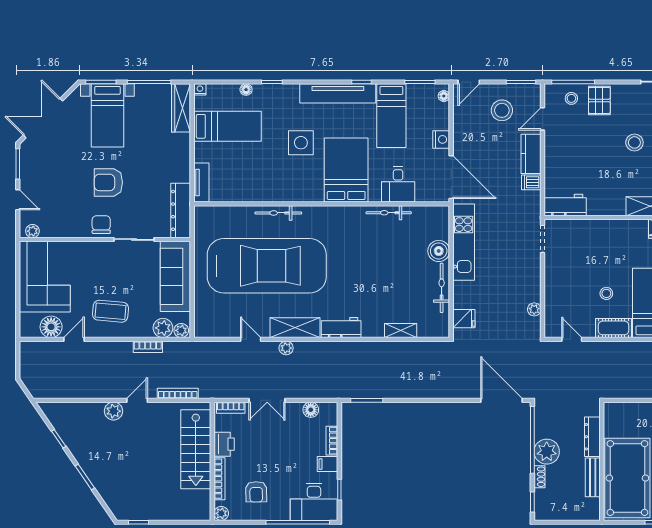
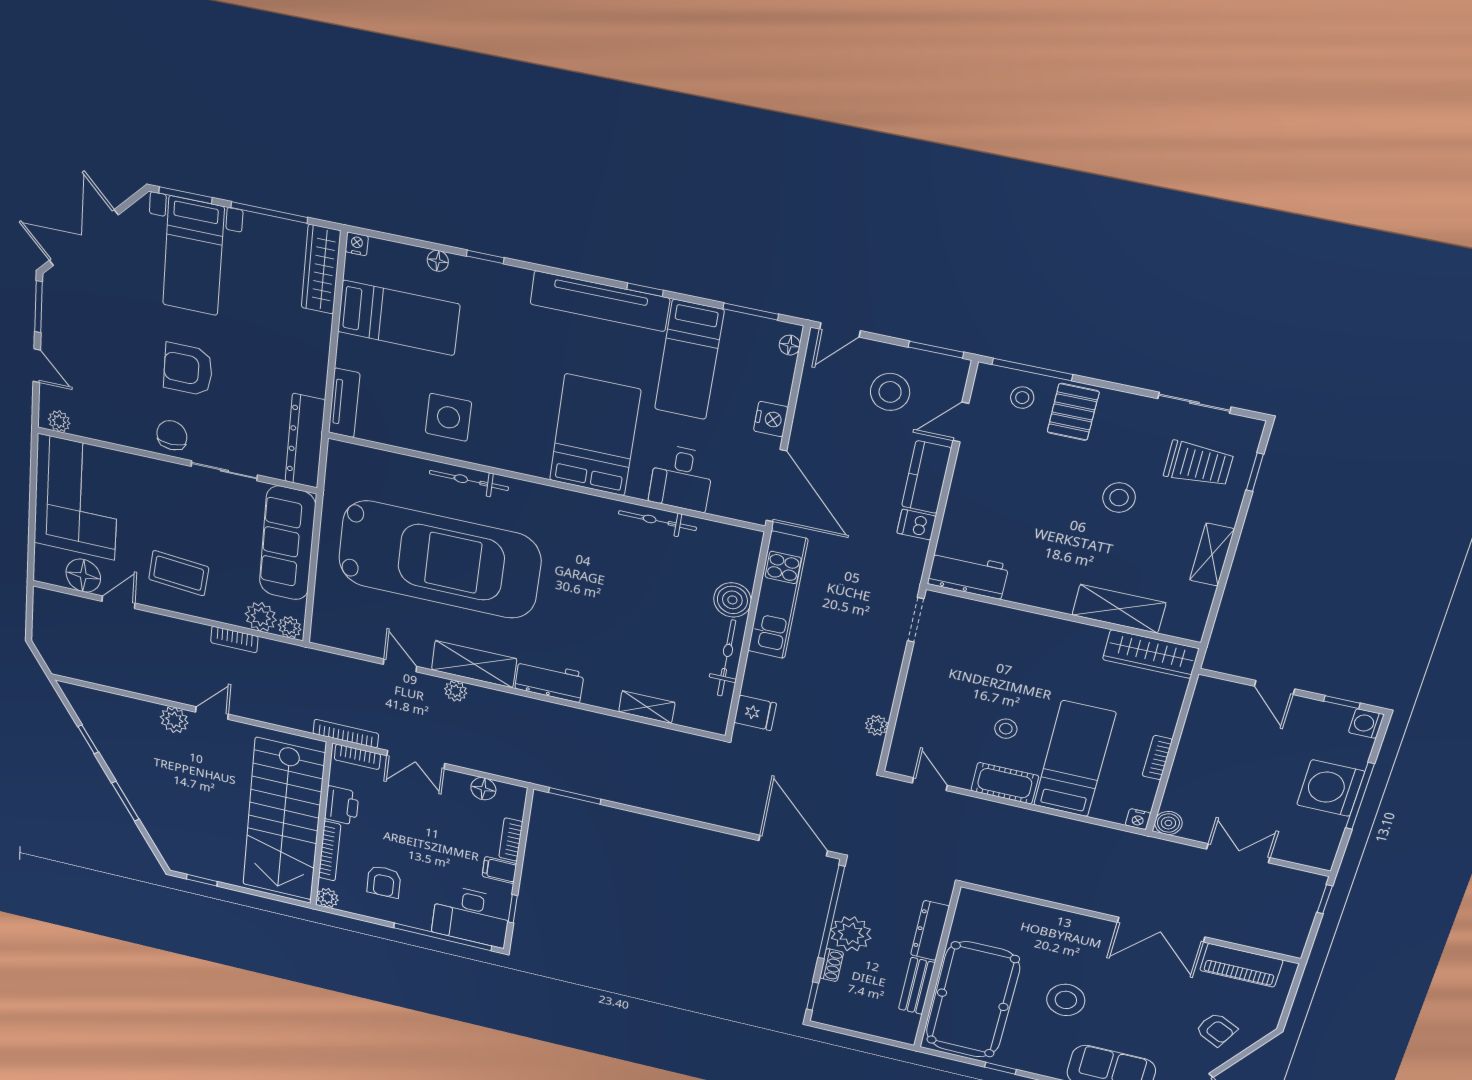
side table: (301, 143) -> (448, 417), moved
bookcase: (178, 393) -> (346, 734), moved
stairs: (196, 449) -> (284, 819), width x1.36, depth x1.51

